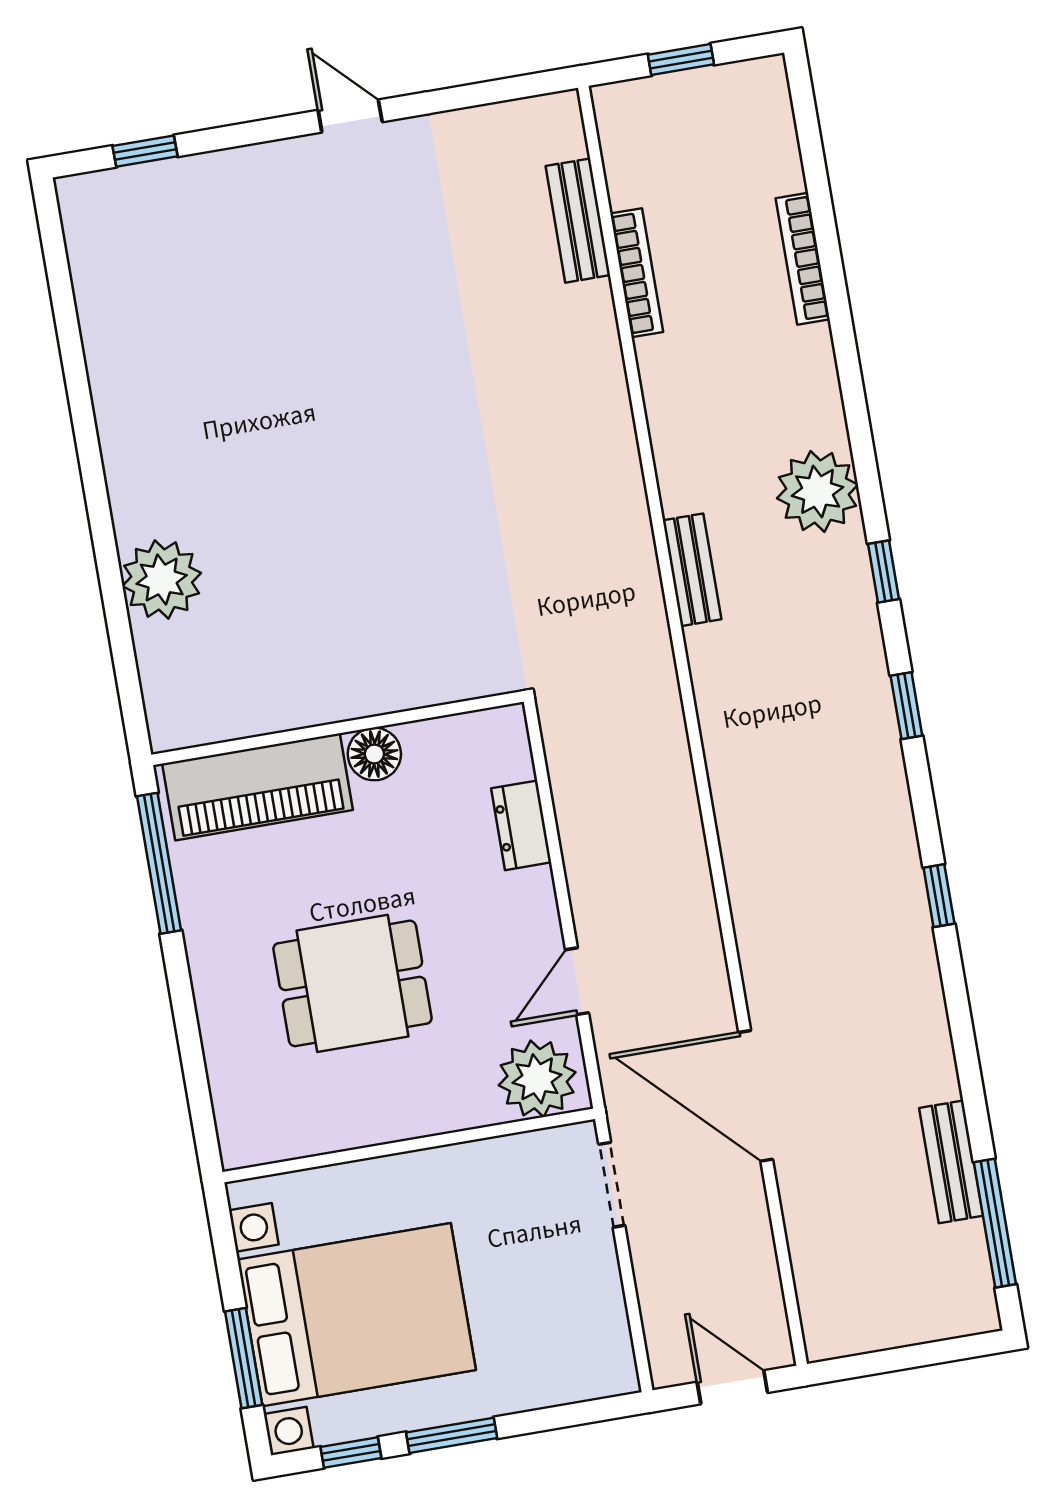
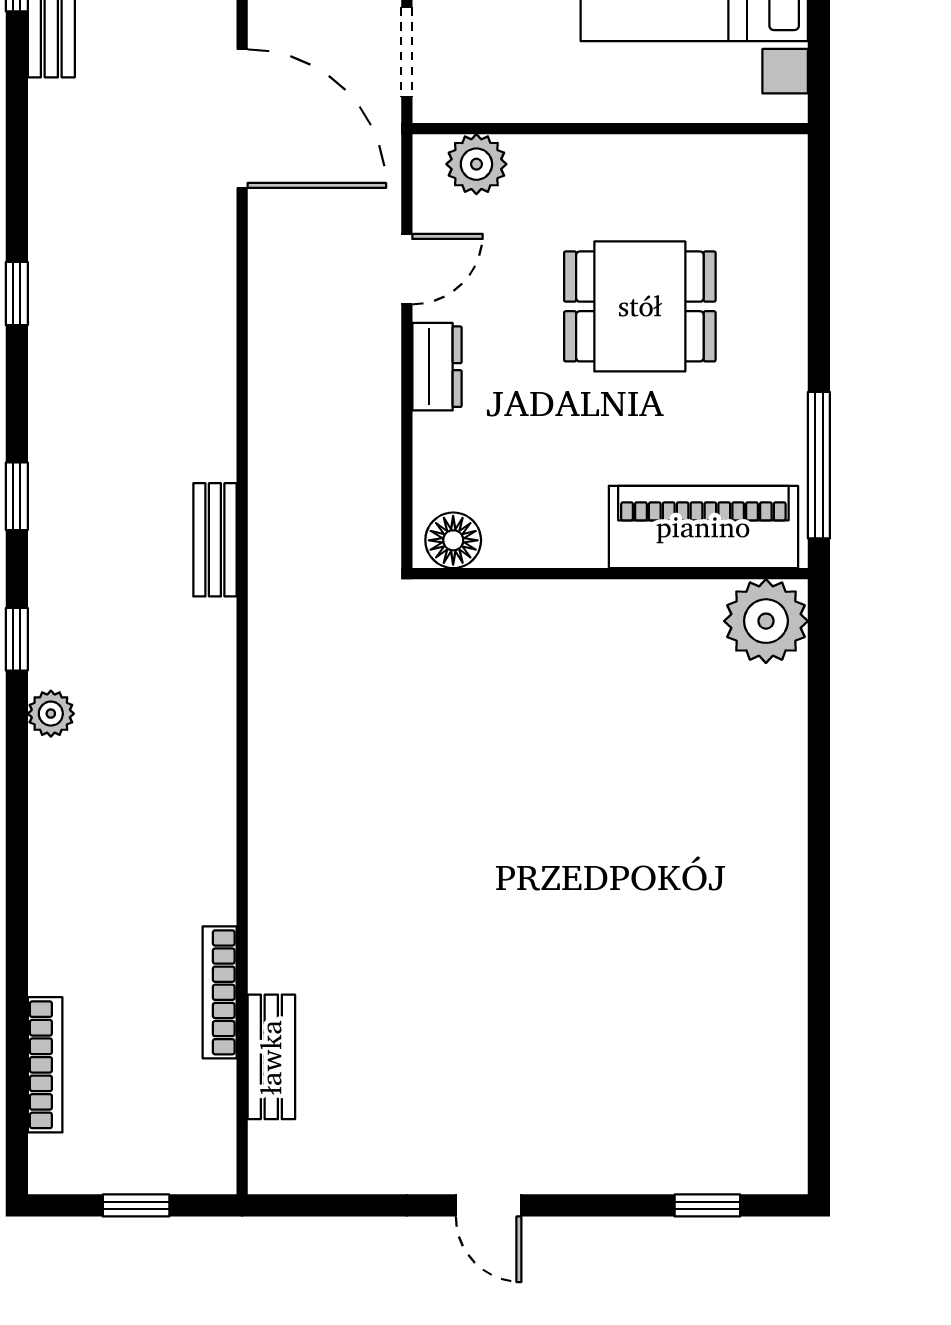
bookcase: (803, 259) -> (45, 1065), moved
plant: (818, 491) -> (51, 714), width x0.53, depth x0.53
bench: (692, 570) -> (215, 540), moved
plant: (162, 580) -> (766, 621), moved
floor lamp: (374, 754) -> (453, 540), moved
dresser: (521, 825) -> (437, 367), moved
plant: (537, 1079) -> (476, 164), width x0.73, depth x0.73

